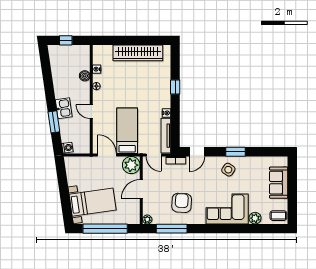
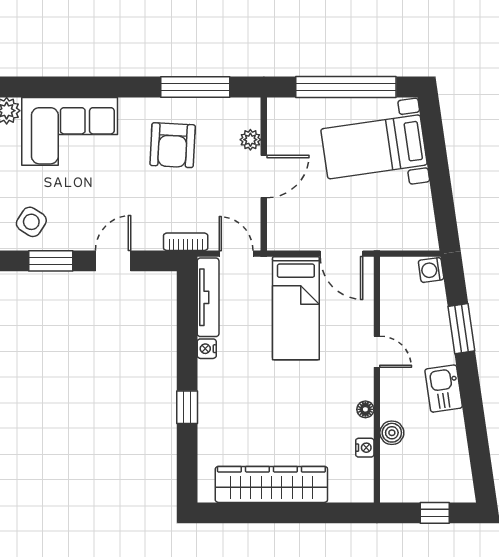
kitchen sink: (64, 108) -> (444, 389), moved
door: (197, 152) -> (113, 261), moved
plant: (131, 165) -> (287, 231), removed
side table: (228, 170) -> (31, 222), moved
plant: (147, 219) -> (250, 140), moved

